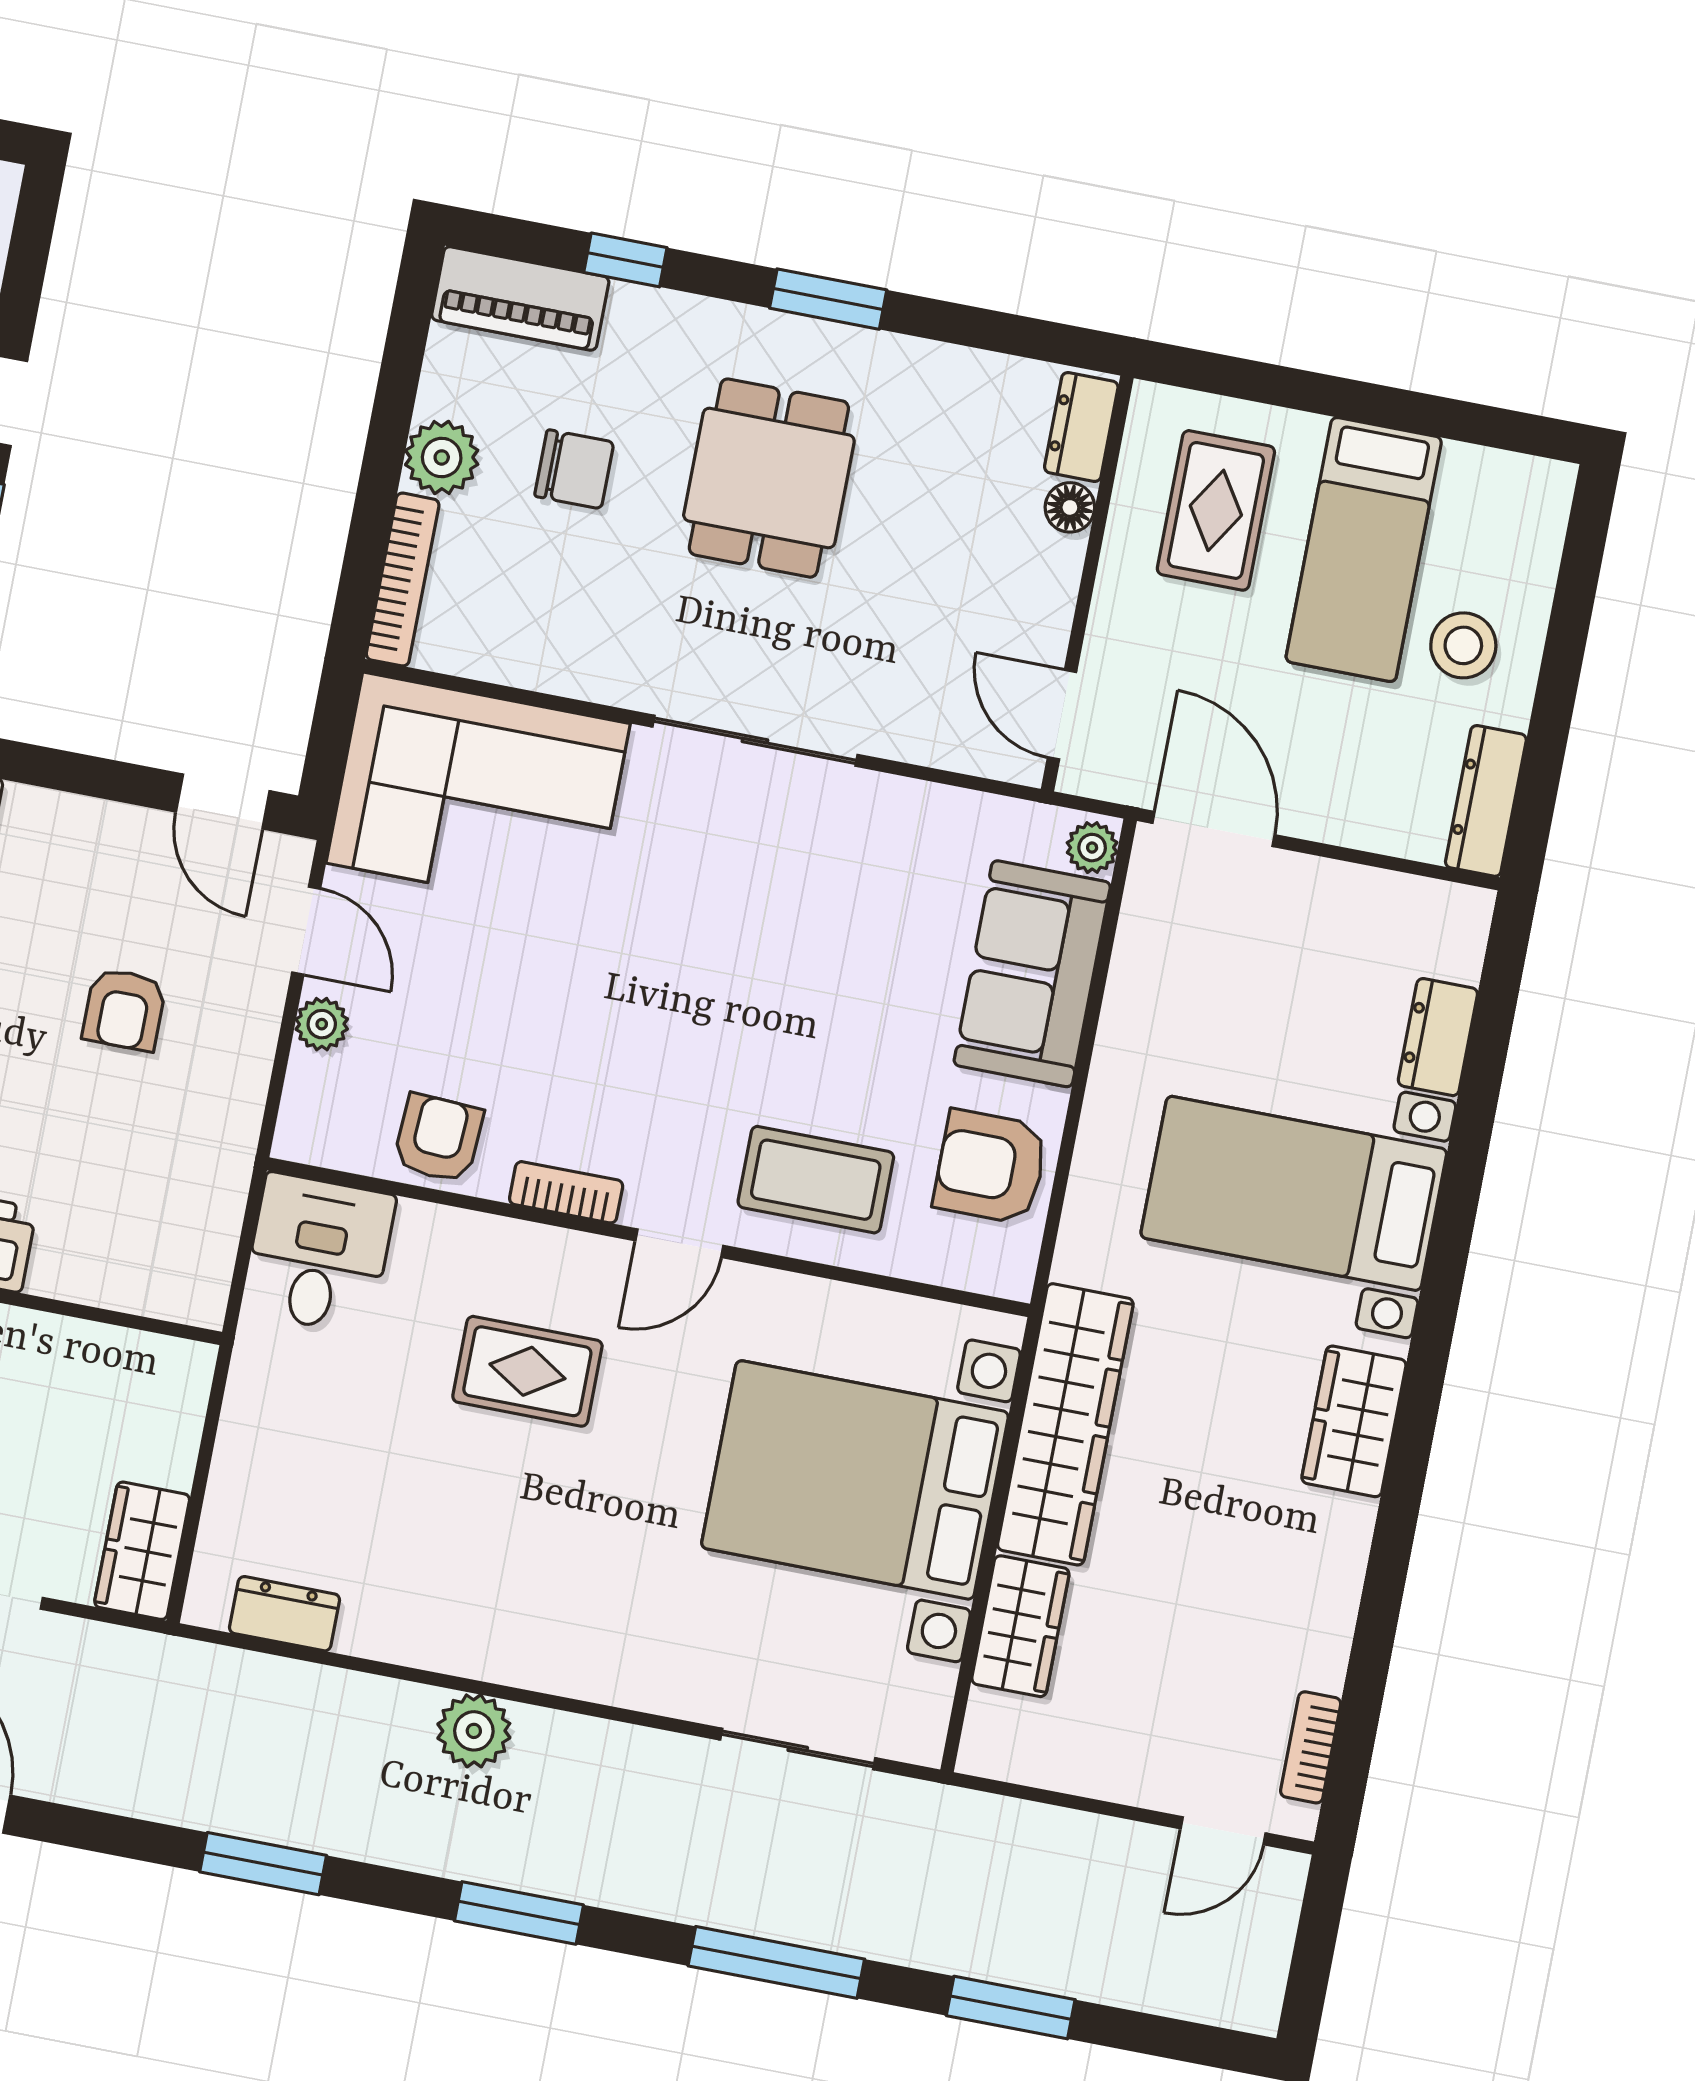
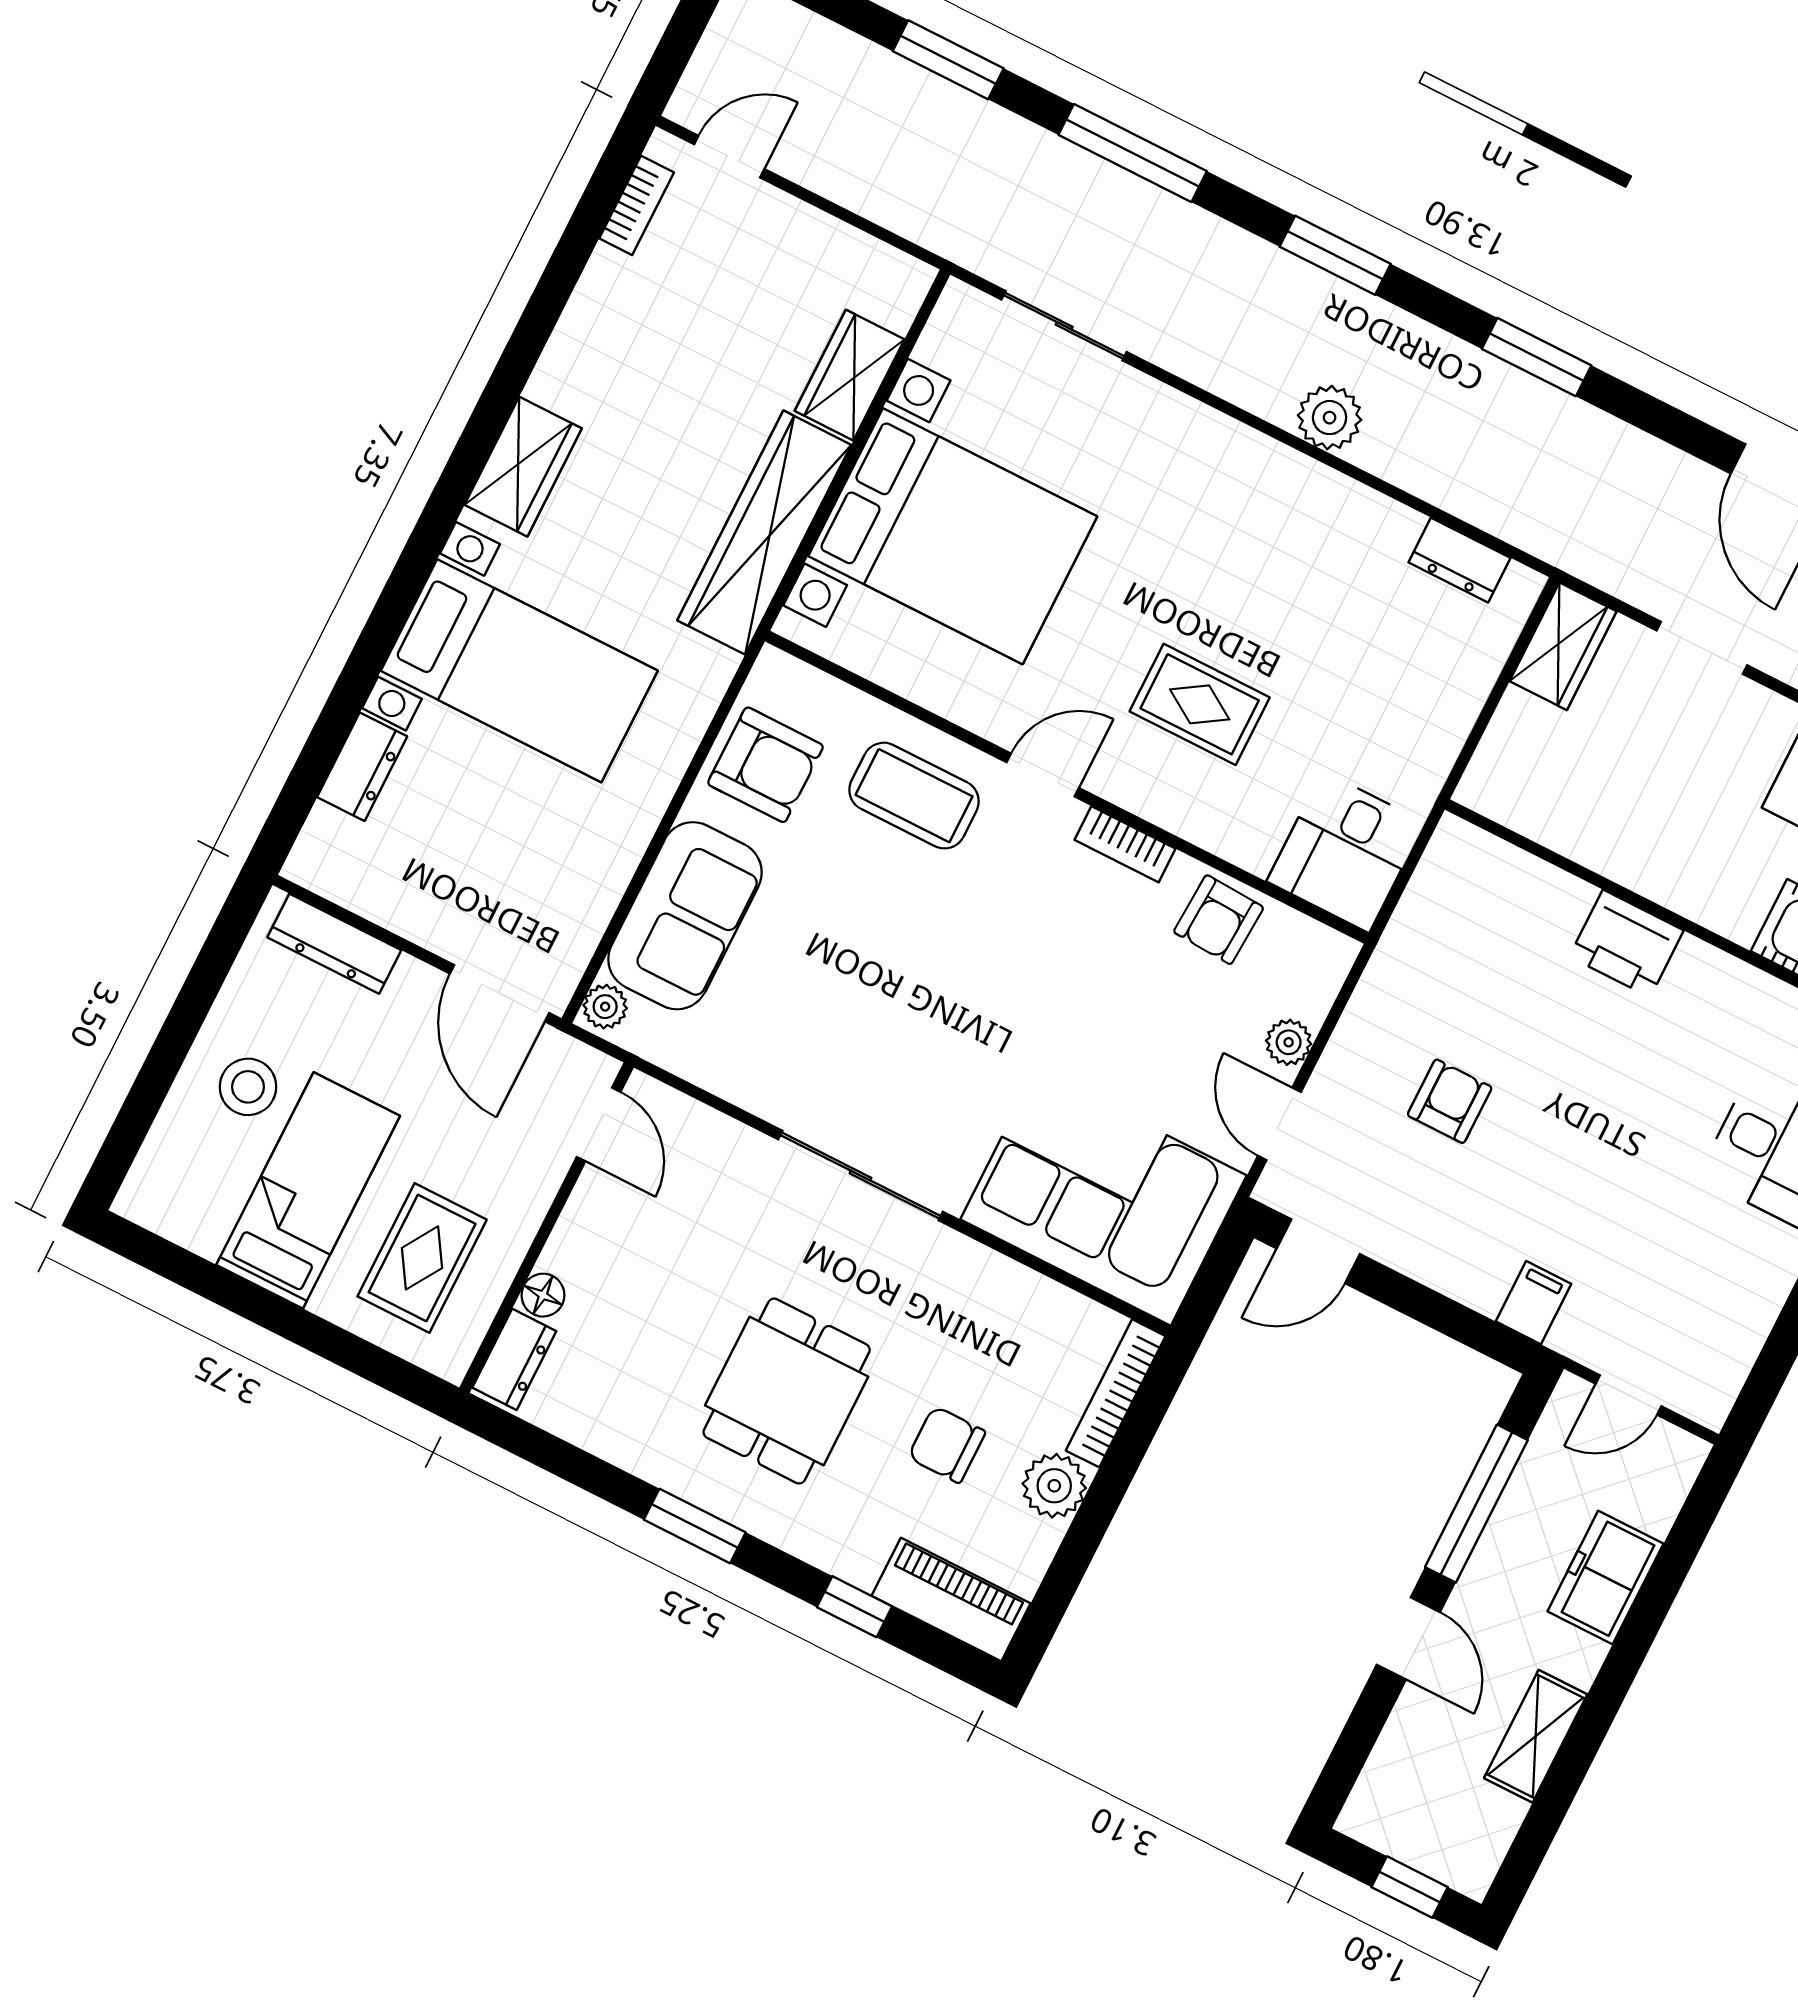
door: (223, 801) -> (1318, 1251), swing flipped
dresser: (1486, 801) -> (334, 944), moved, turned 90

